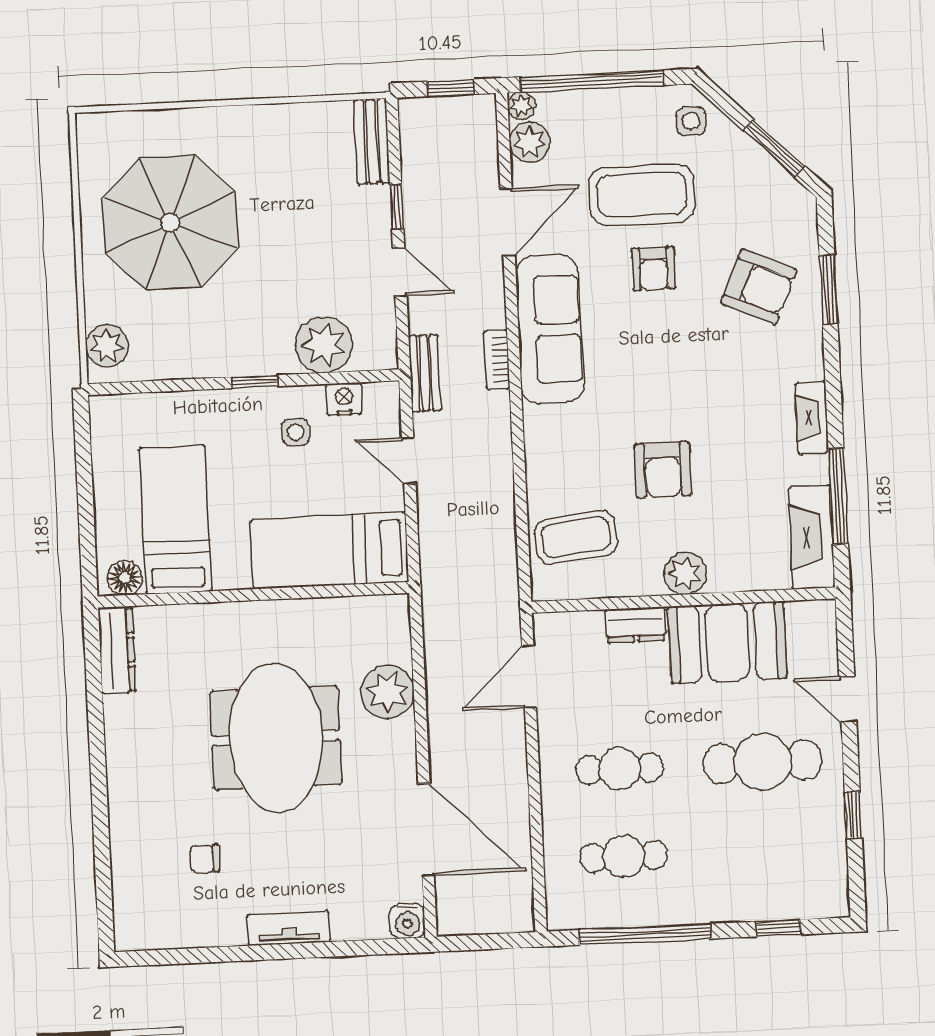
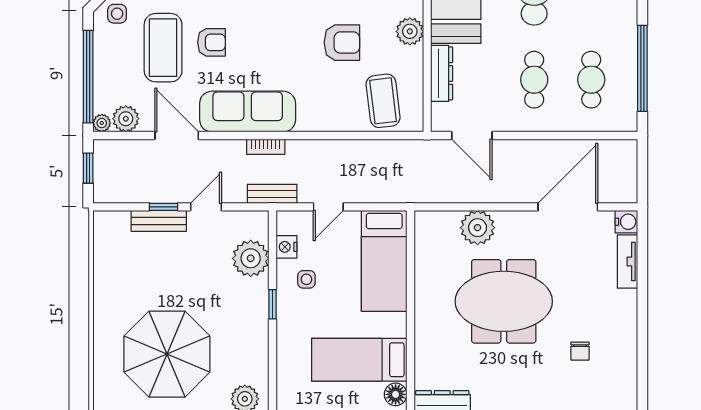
bench: (372, 141) -> (159, 221), moved
dresser: (636, 625) -> (442, 73), width x1.44
tv unit: (289, 928) -> (627, 262), moved

